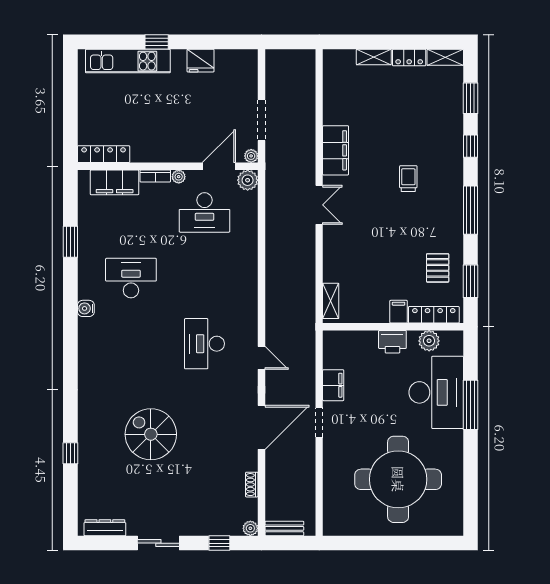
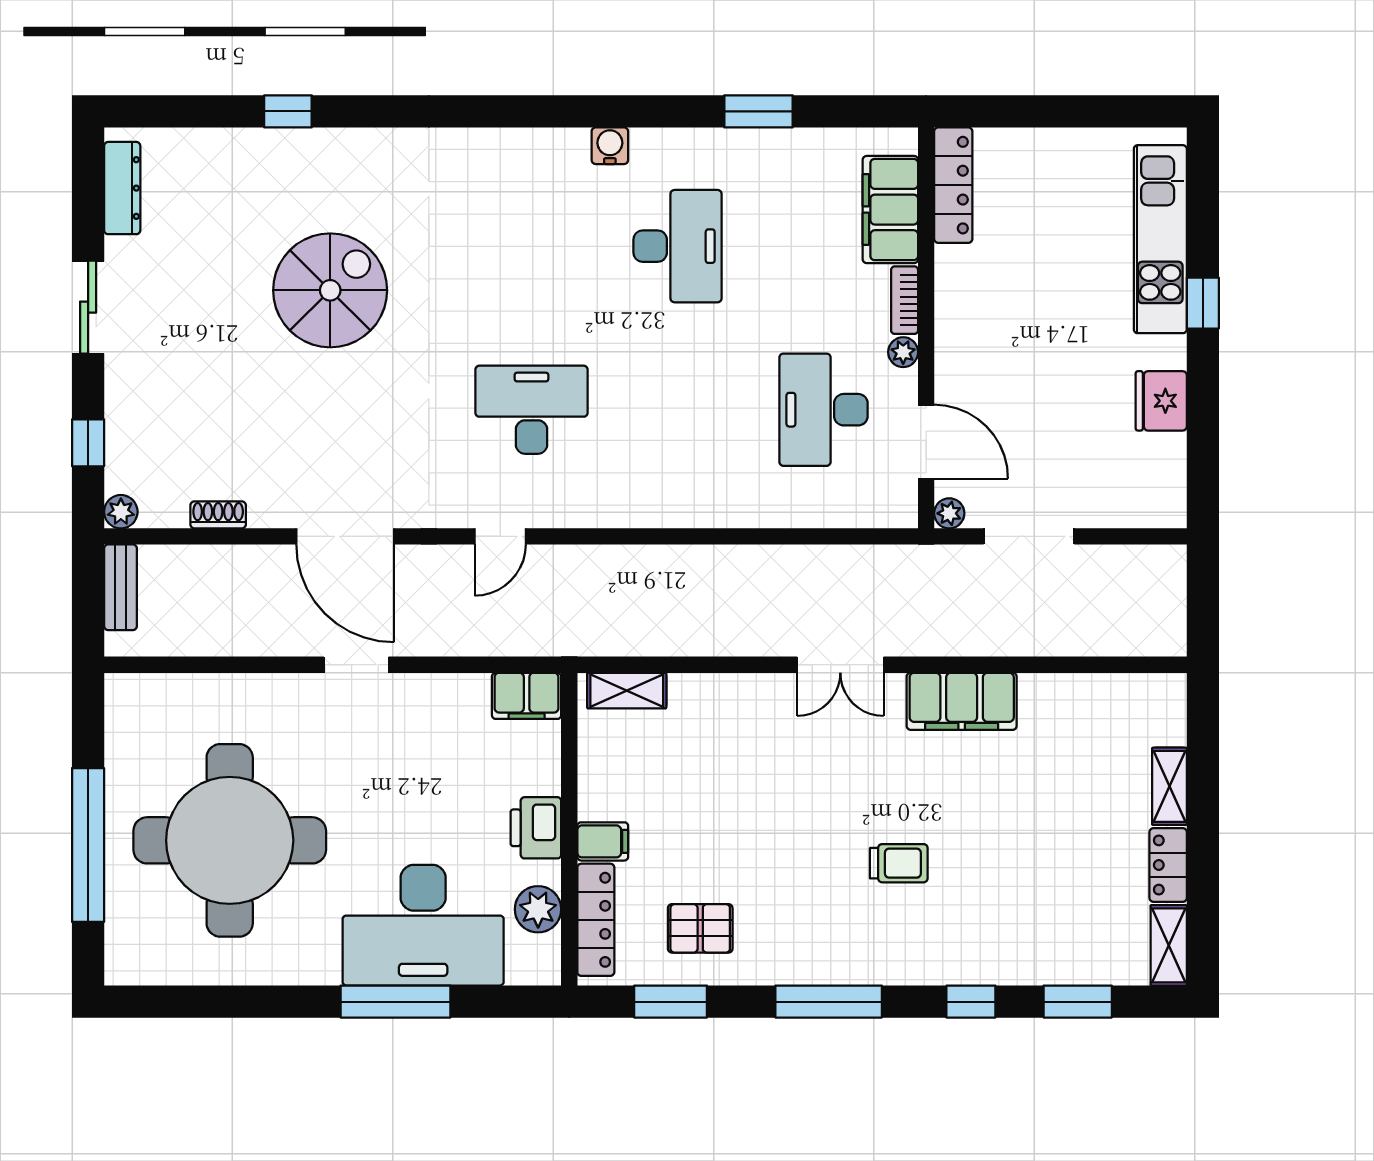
plant: (248, 180) -> (895, 506), removed
filing cabinet: (333, 385) -> (527, 696), moved
window: (400, 543) -> (88, 845), added

